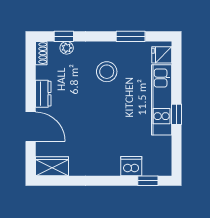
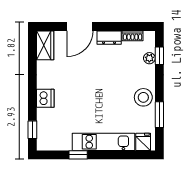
shoe rack: (41, 53) -> (133, 36), moved
stool: (107, 72) -> (143, 97), moved
window: (176, 114) -> (78, 155), moved
dishwasher: (131, 166) -> (45, 98), moved

